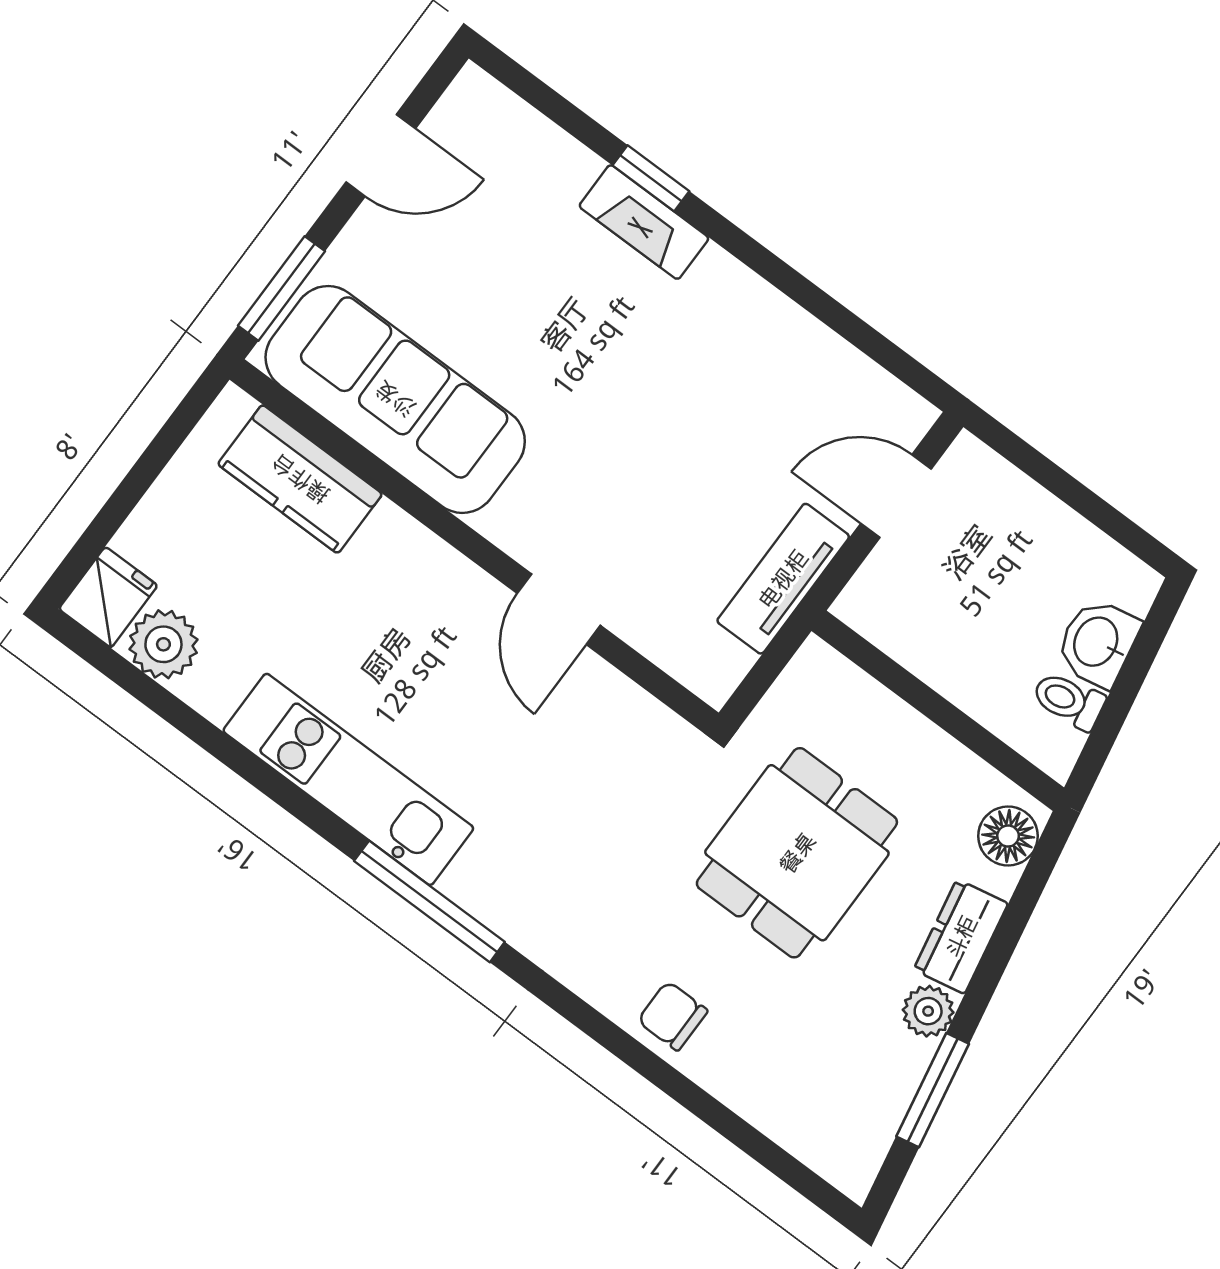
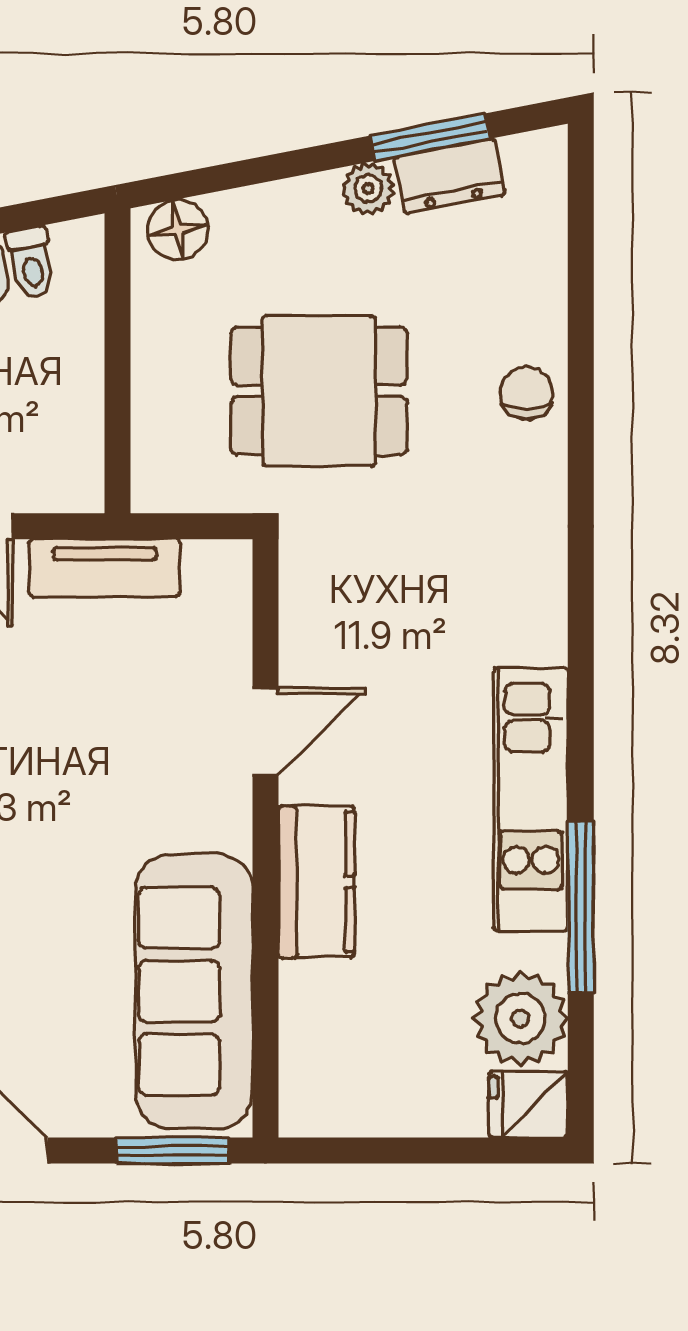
kitchen counter: (300, 479) -> (316, 882), moved
plant: (163, 644) -> (520, 1018), width x1.36, depth x1.36
window: (429, 901) -> (581, 907), moved
dresser: (961, 937) -> (450, 176), moved
chair: (673, 1016) -> (527, 393), turned 180

